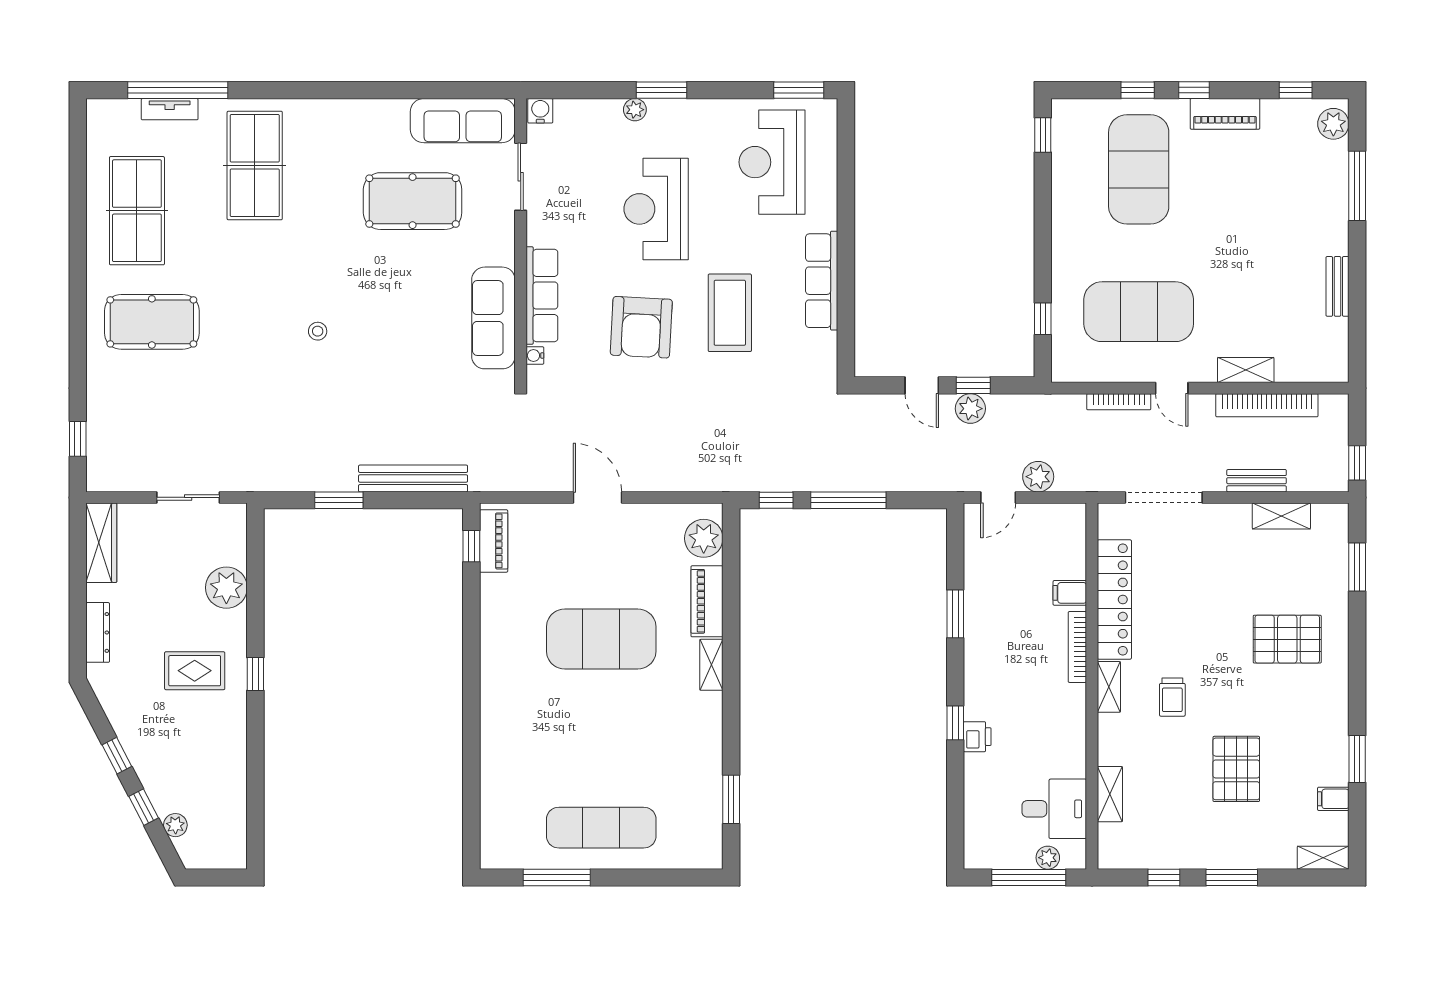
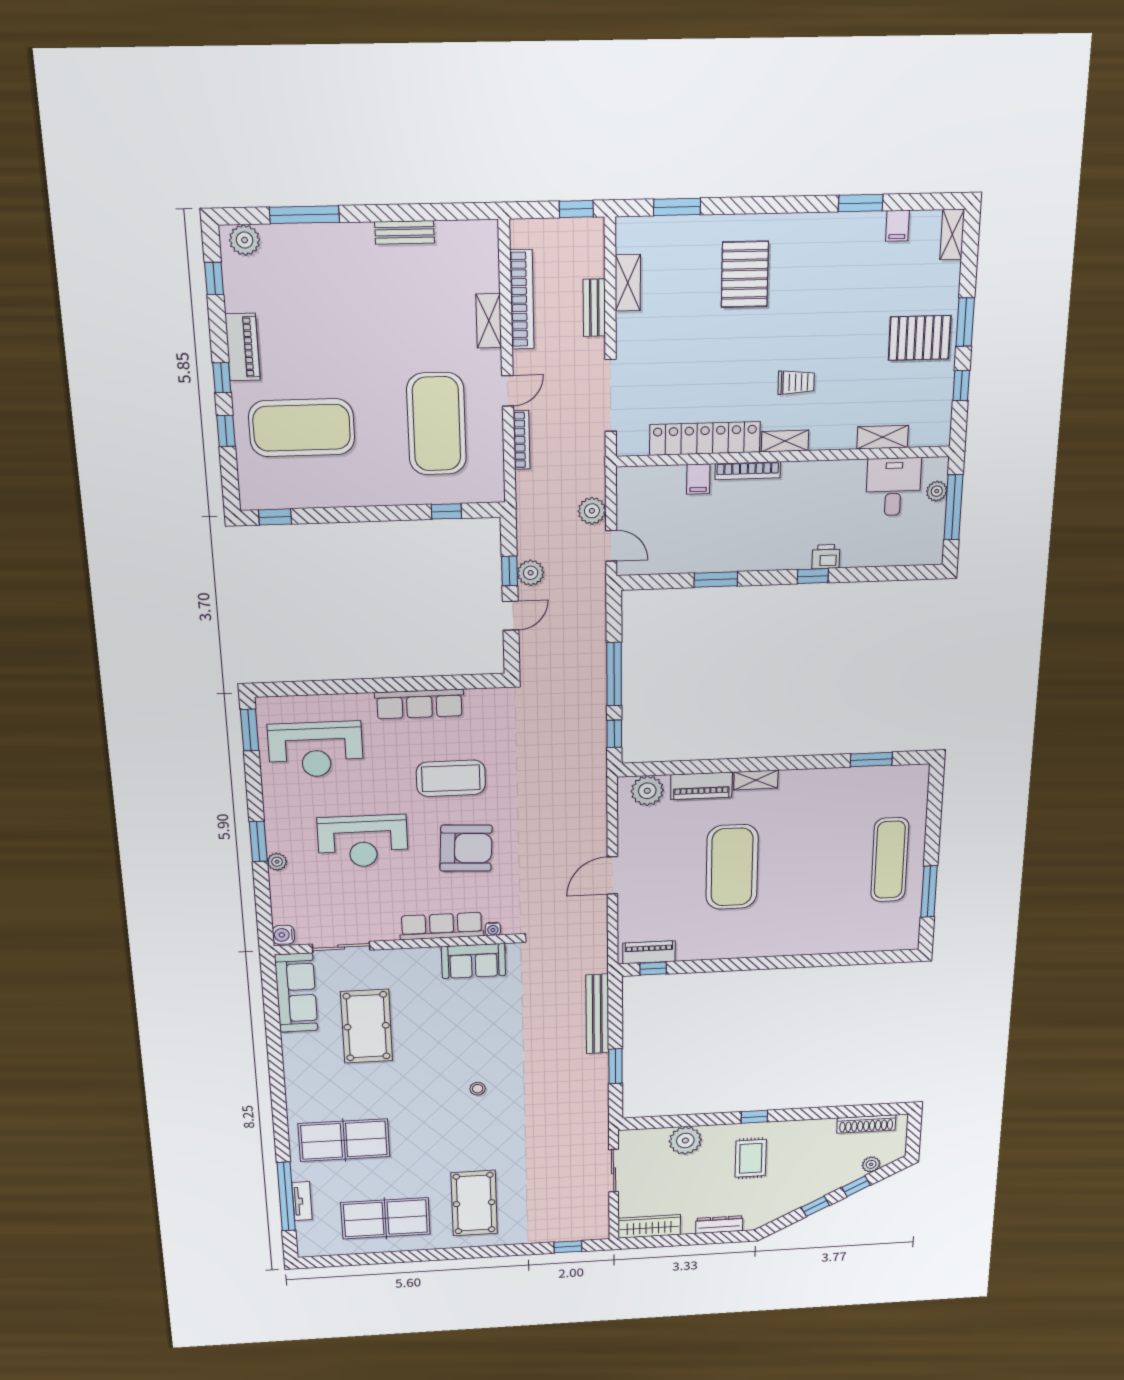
sofa: (493, 318) -> (474, 961), width x0.73
pallet: (1236, 769) -> (920, 338), moved
shoe rack: (236, 816) -> (866, 1124), added

